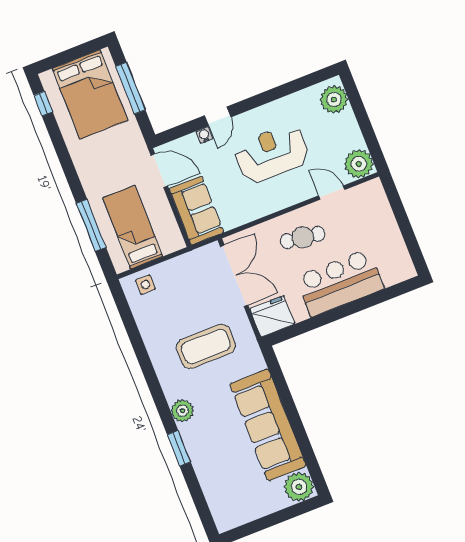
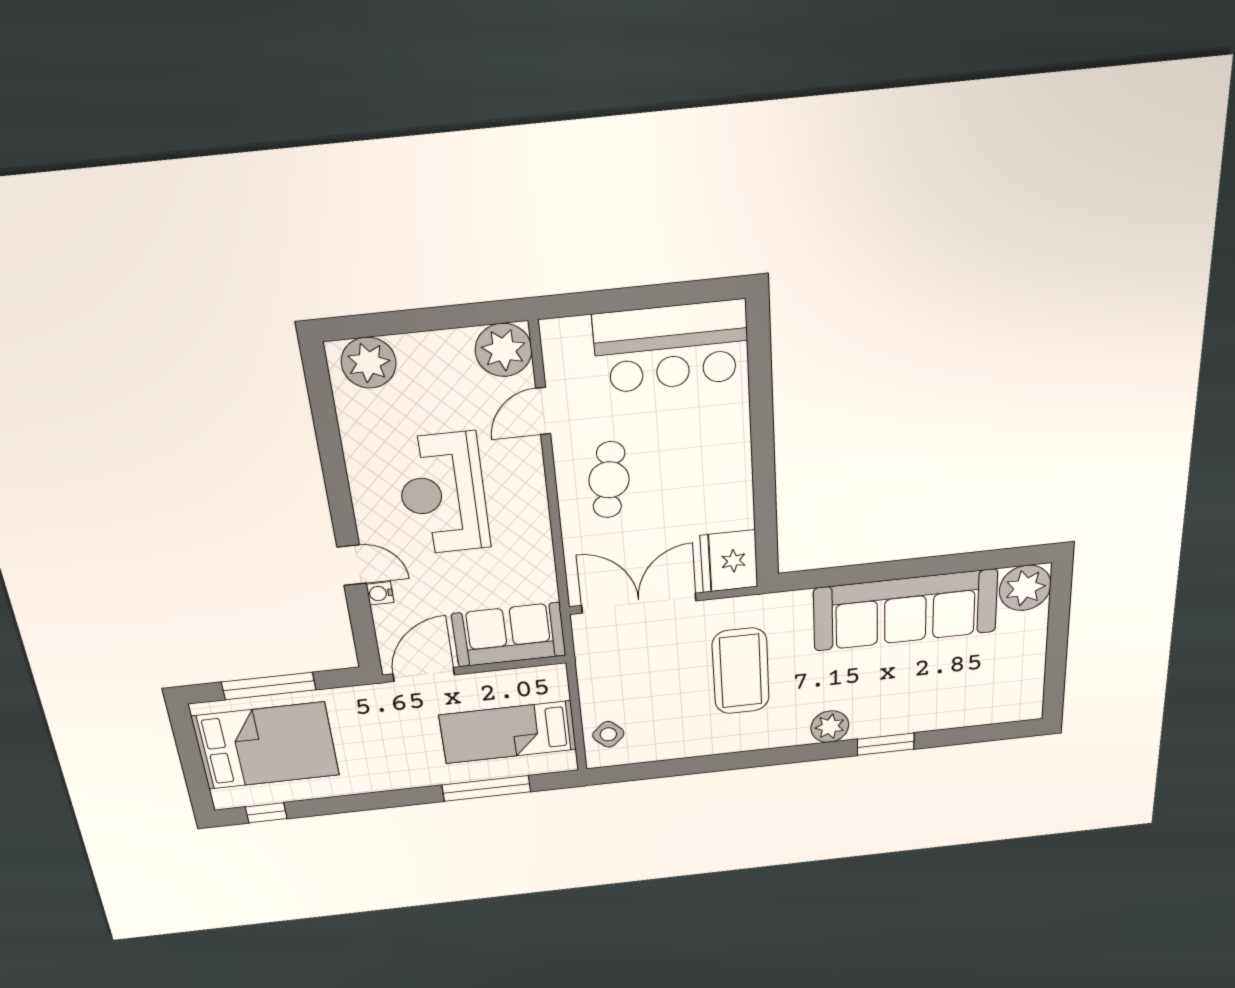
bar counter: (340, 283) -> (671, 347), moved, turned -90
side table: (145, 285) -> (608, 734), turned 45

